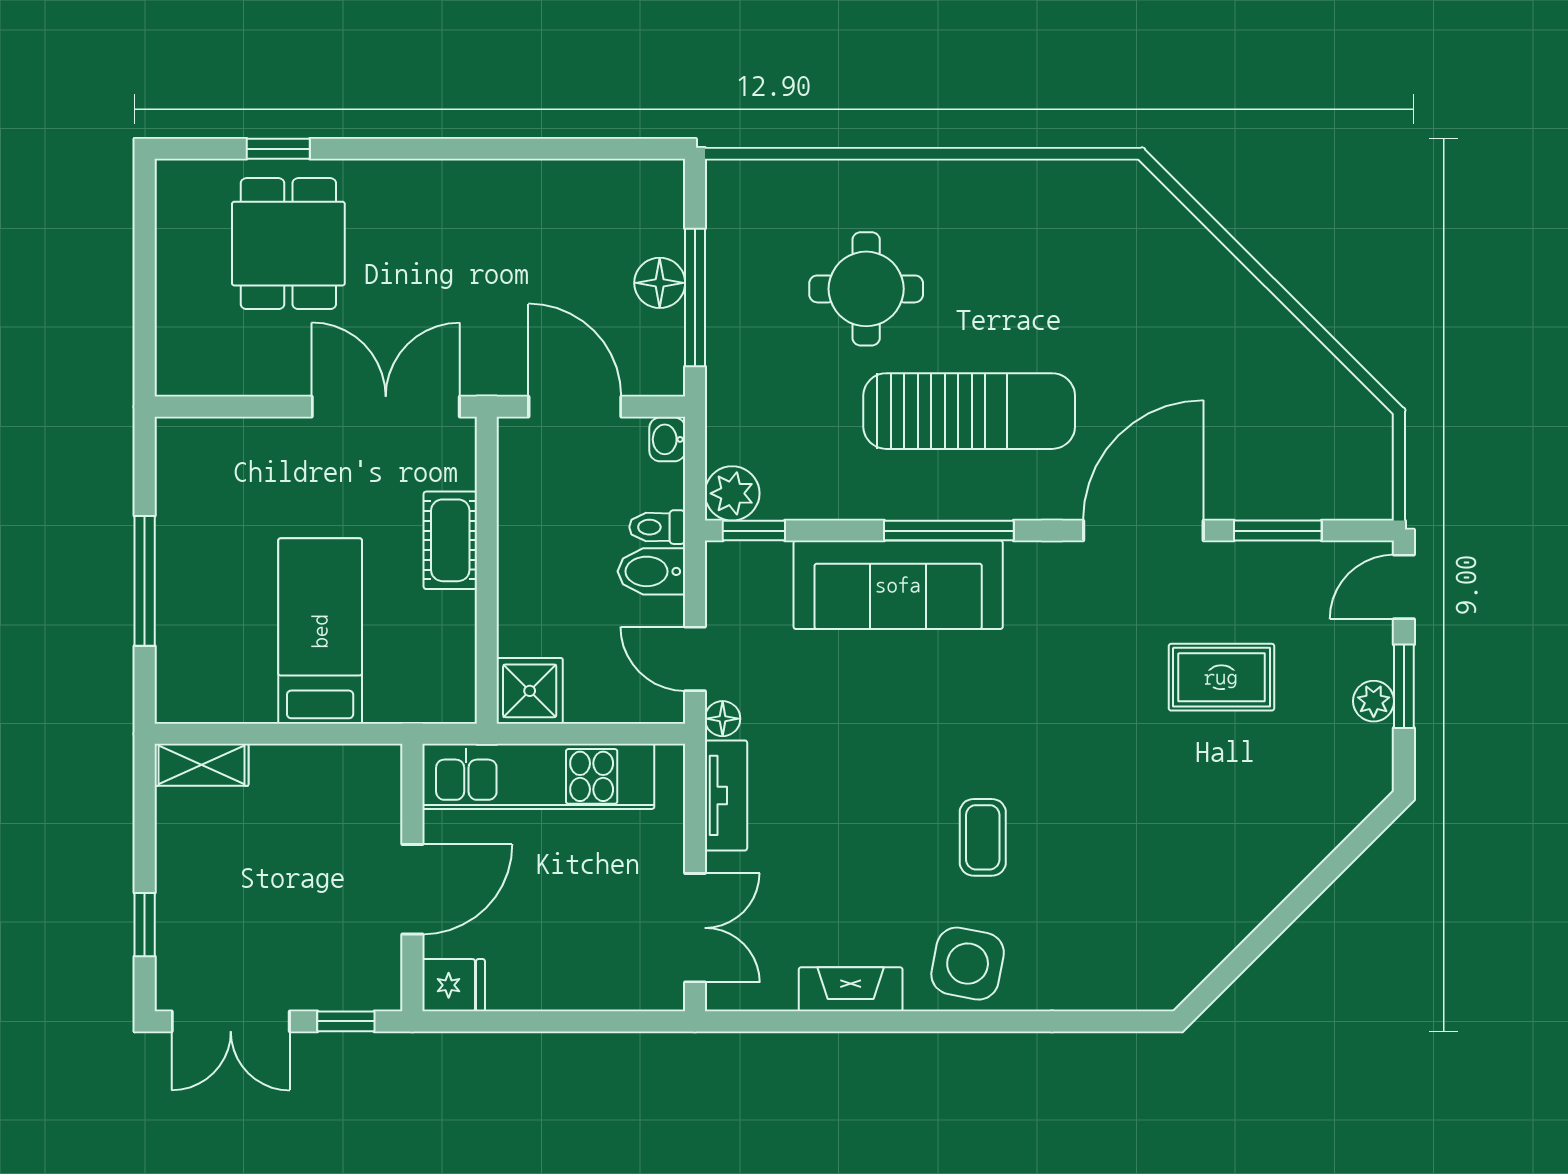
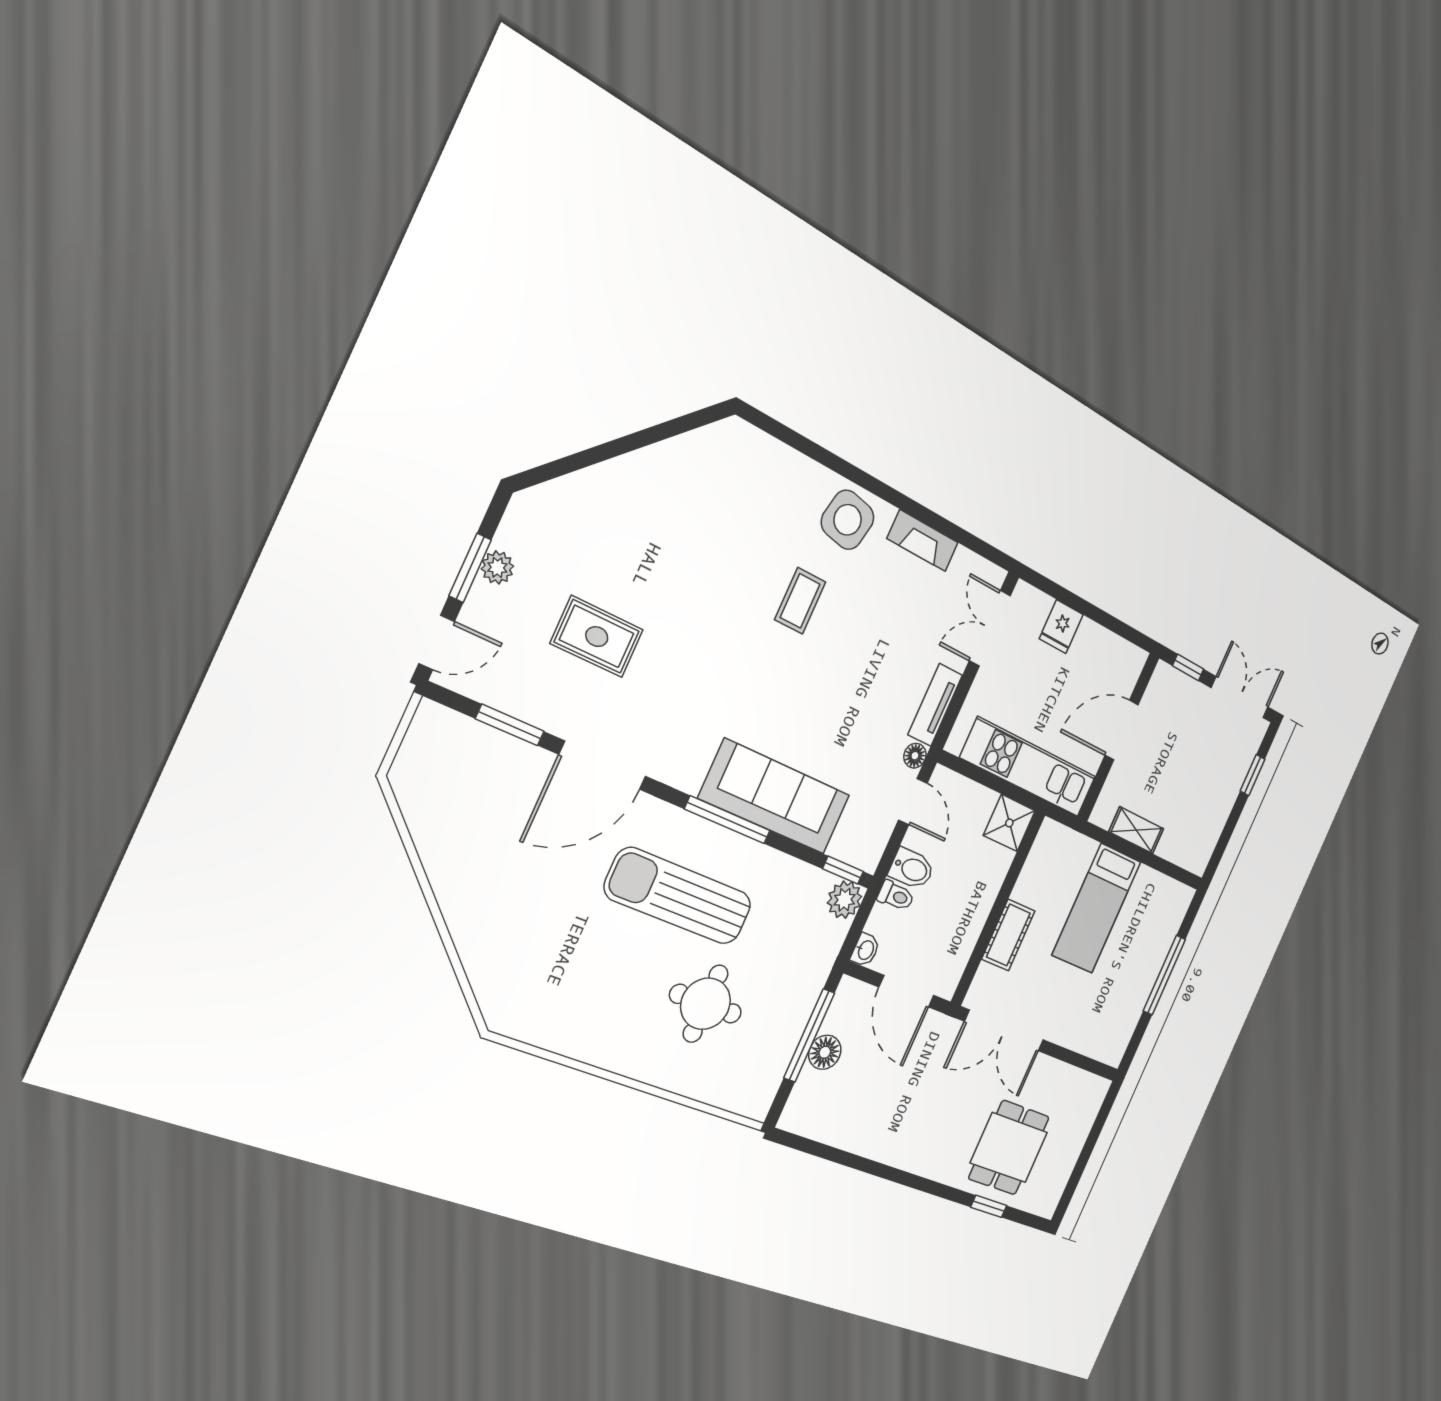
shelving: (201, 765) -> (1136, 830), moved
fridge: (454, 985) -> (1061, 627), moved, turned -90

